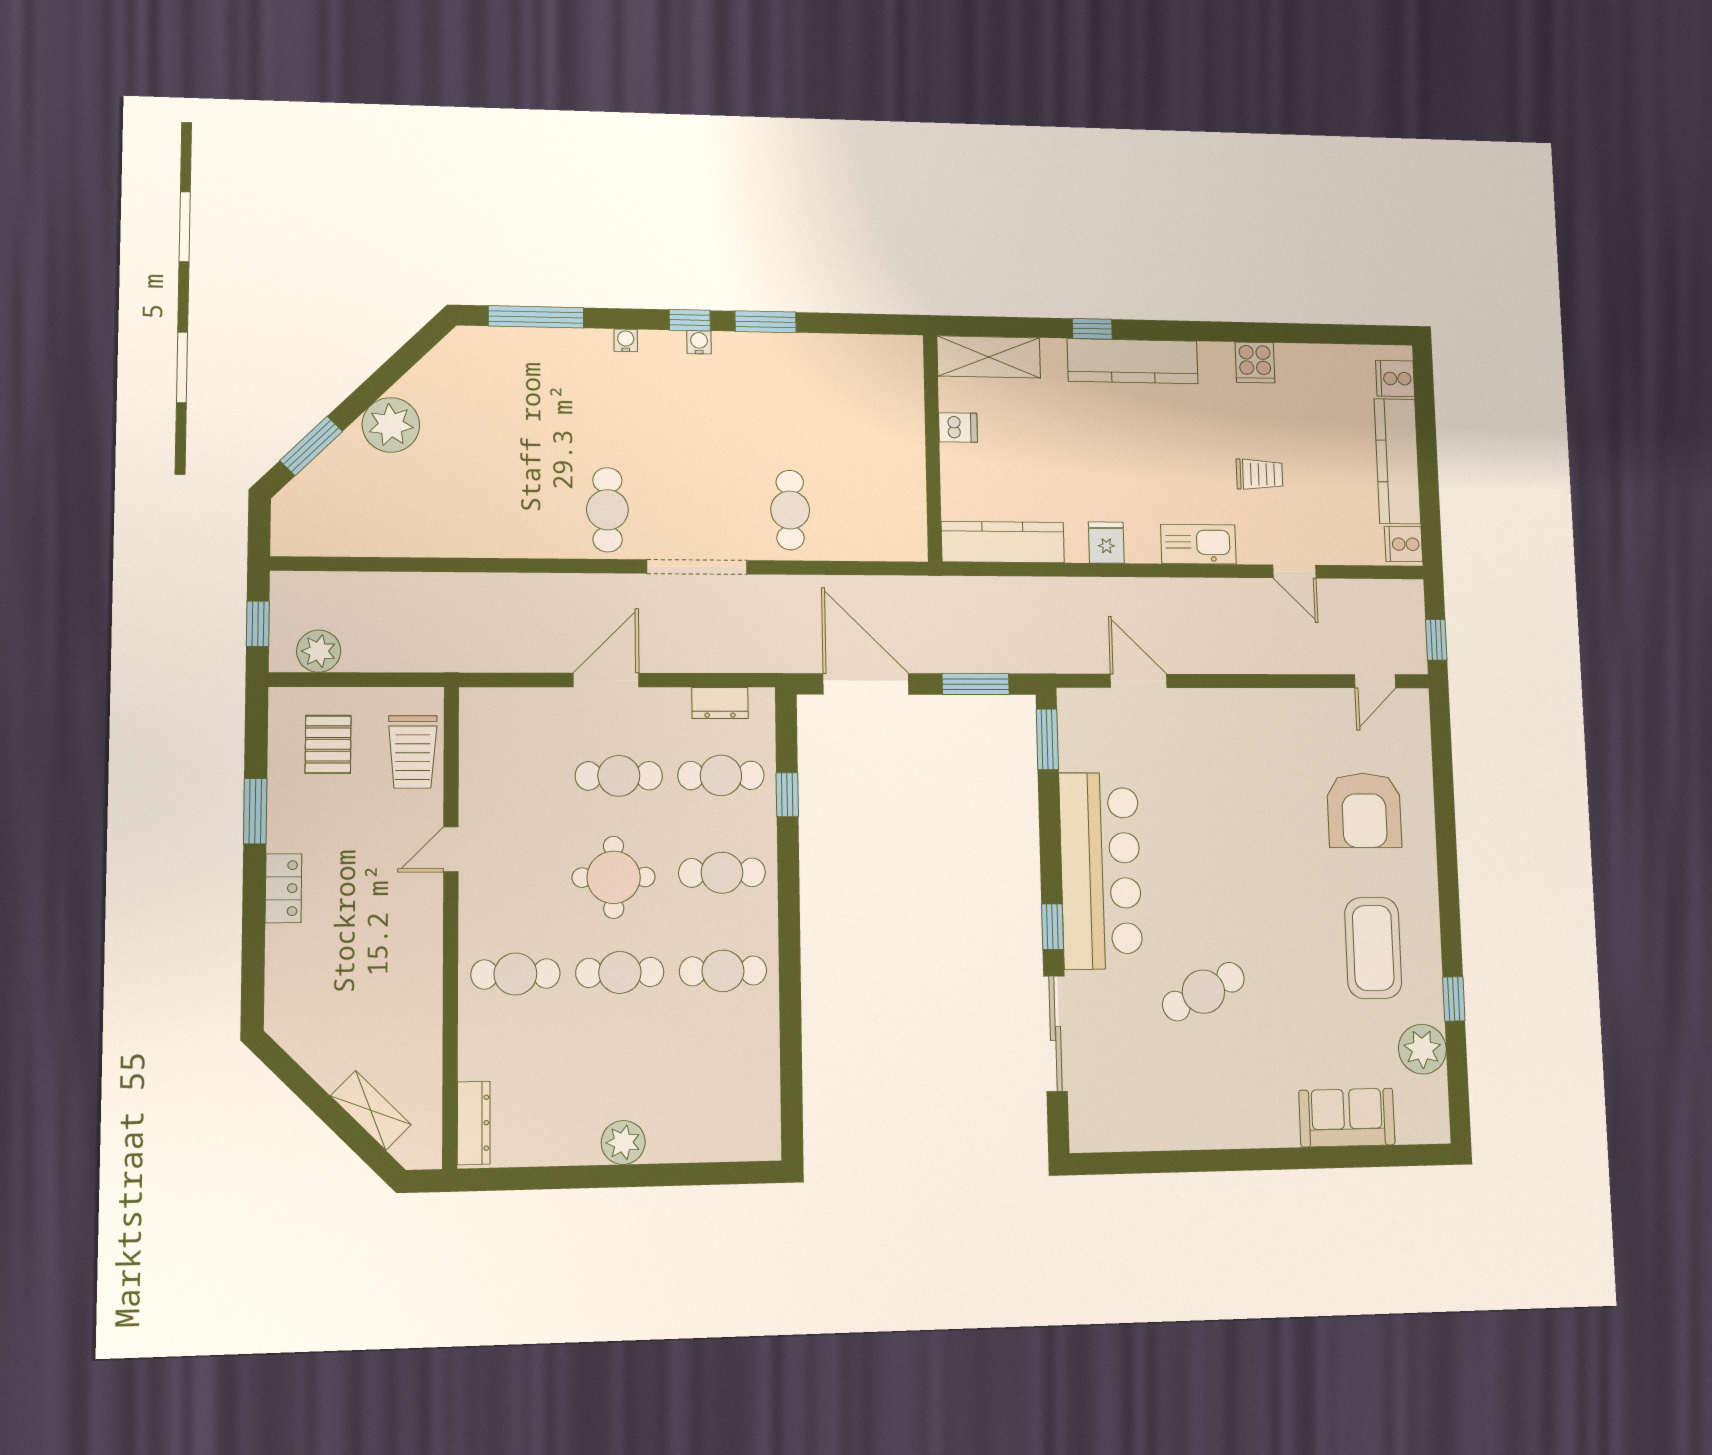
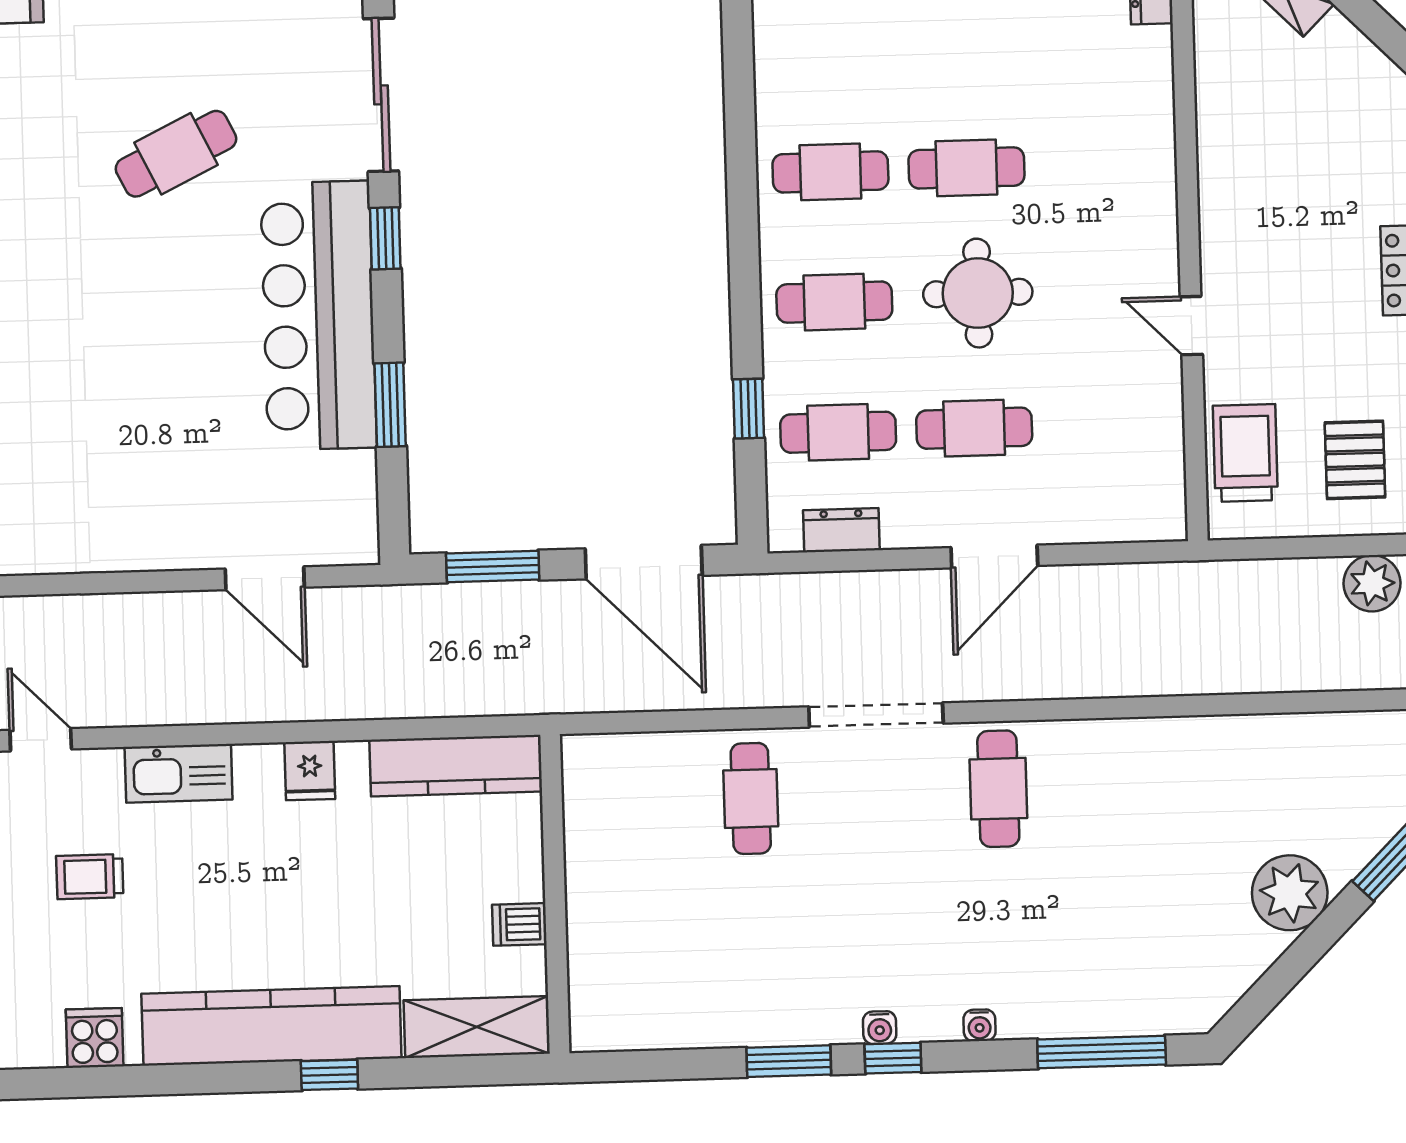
kitchen counter: (1133, 361) -> (271, 1026), width x1.39, depth x1.17
window: (1047, 739) -> (390, 405), moved
door: (451, 849) -> (1191, 326), swing flipped
cafe table: (515, 974) -> (1103, 164), removed

